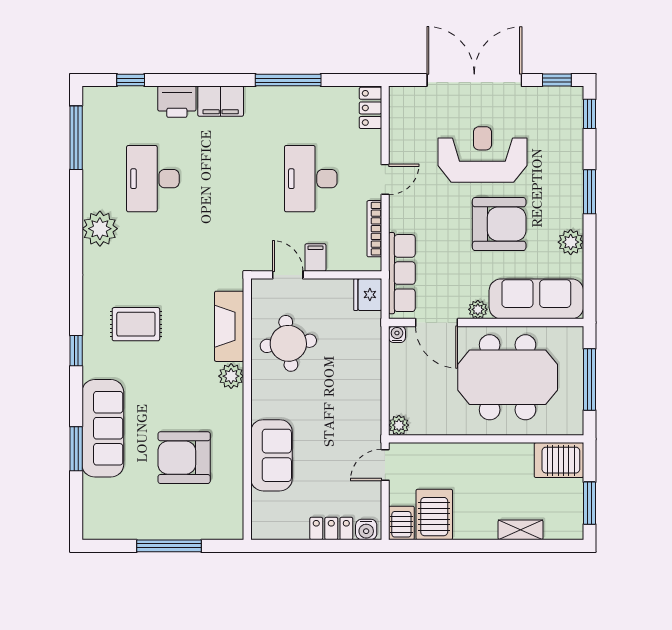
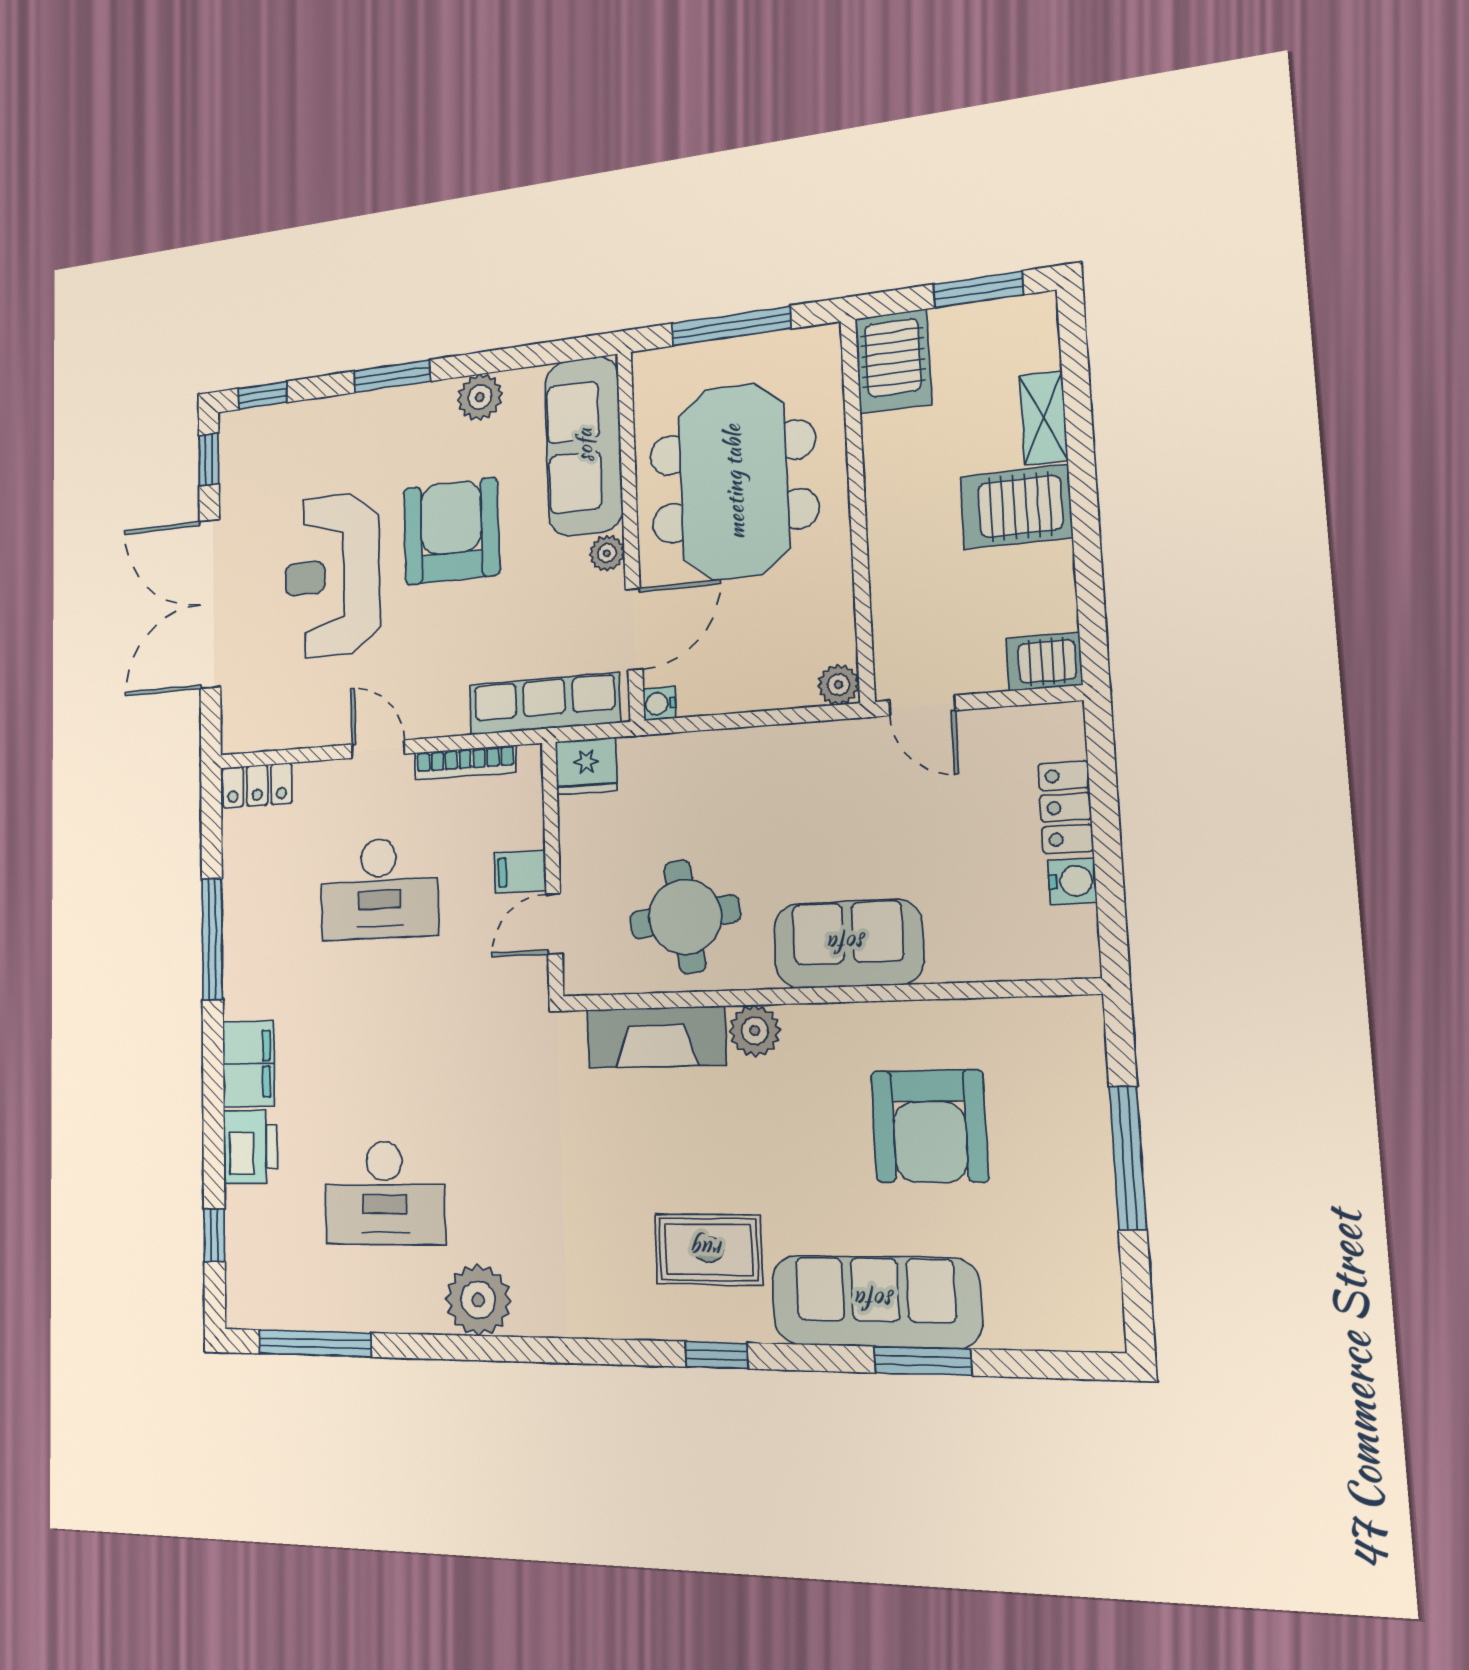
rug: (136, 324) -> (708, 1250), moved, turned 90
sofa: (271, 455) -> (848, 944), moved
server rack: (434, 515) -> (1016, 507), moved
water cooler: (366, 529) -> (1072, 881), moved

